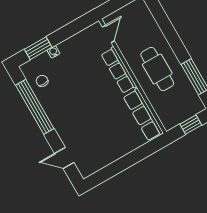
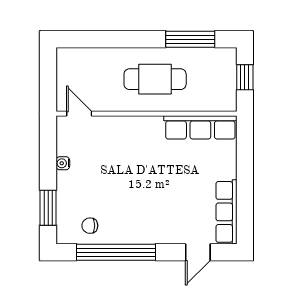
water cooler: (53, 52) -> (63, 163), moved
row of seats: (119, 70) -> (226, 212), moved, turned 90

